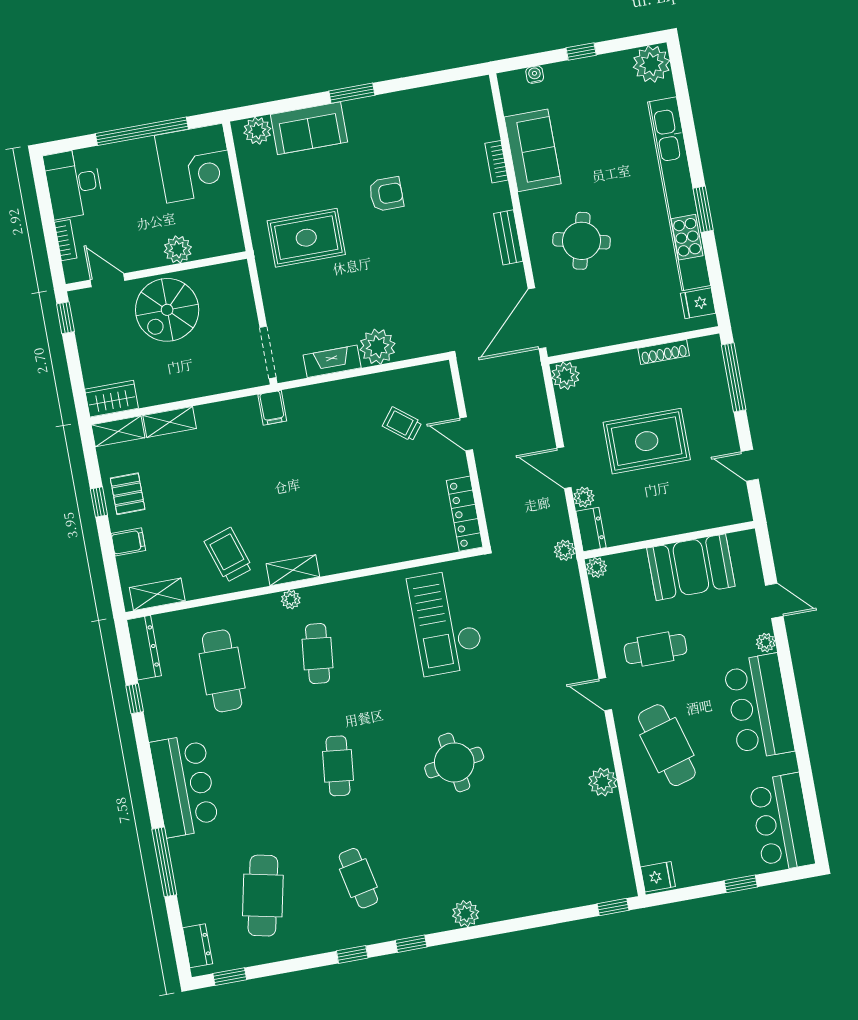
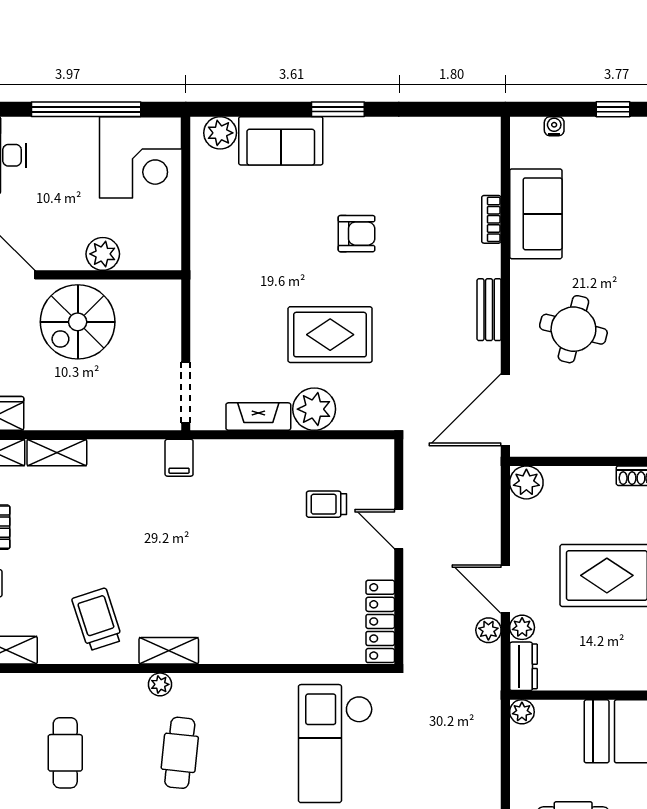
rug: (306, 238) -> (330, 335), moved
trolley: (402, 424) -> (326, 504), turned -38
plant: (565, 550) -> (488, 630), moved
cafe table: (222, 671) -> (65, 753), width x0.73, depth x0.74

